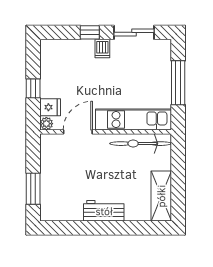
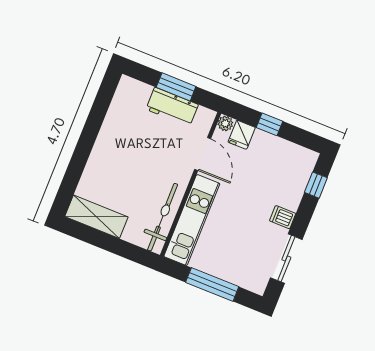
window: (90, 32) -> (316, 185), moved
window: (33, 189) -> (176, 87), moved
workbench: (104, 211) -> (172, 107), moved, turned 90

